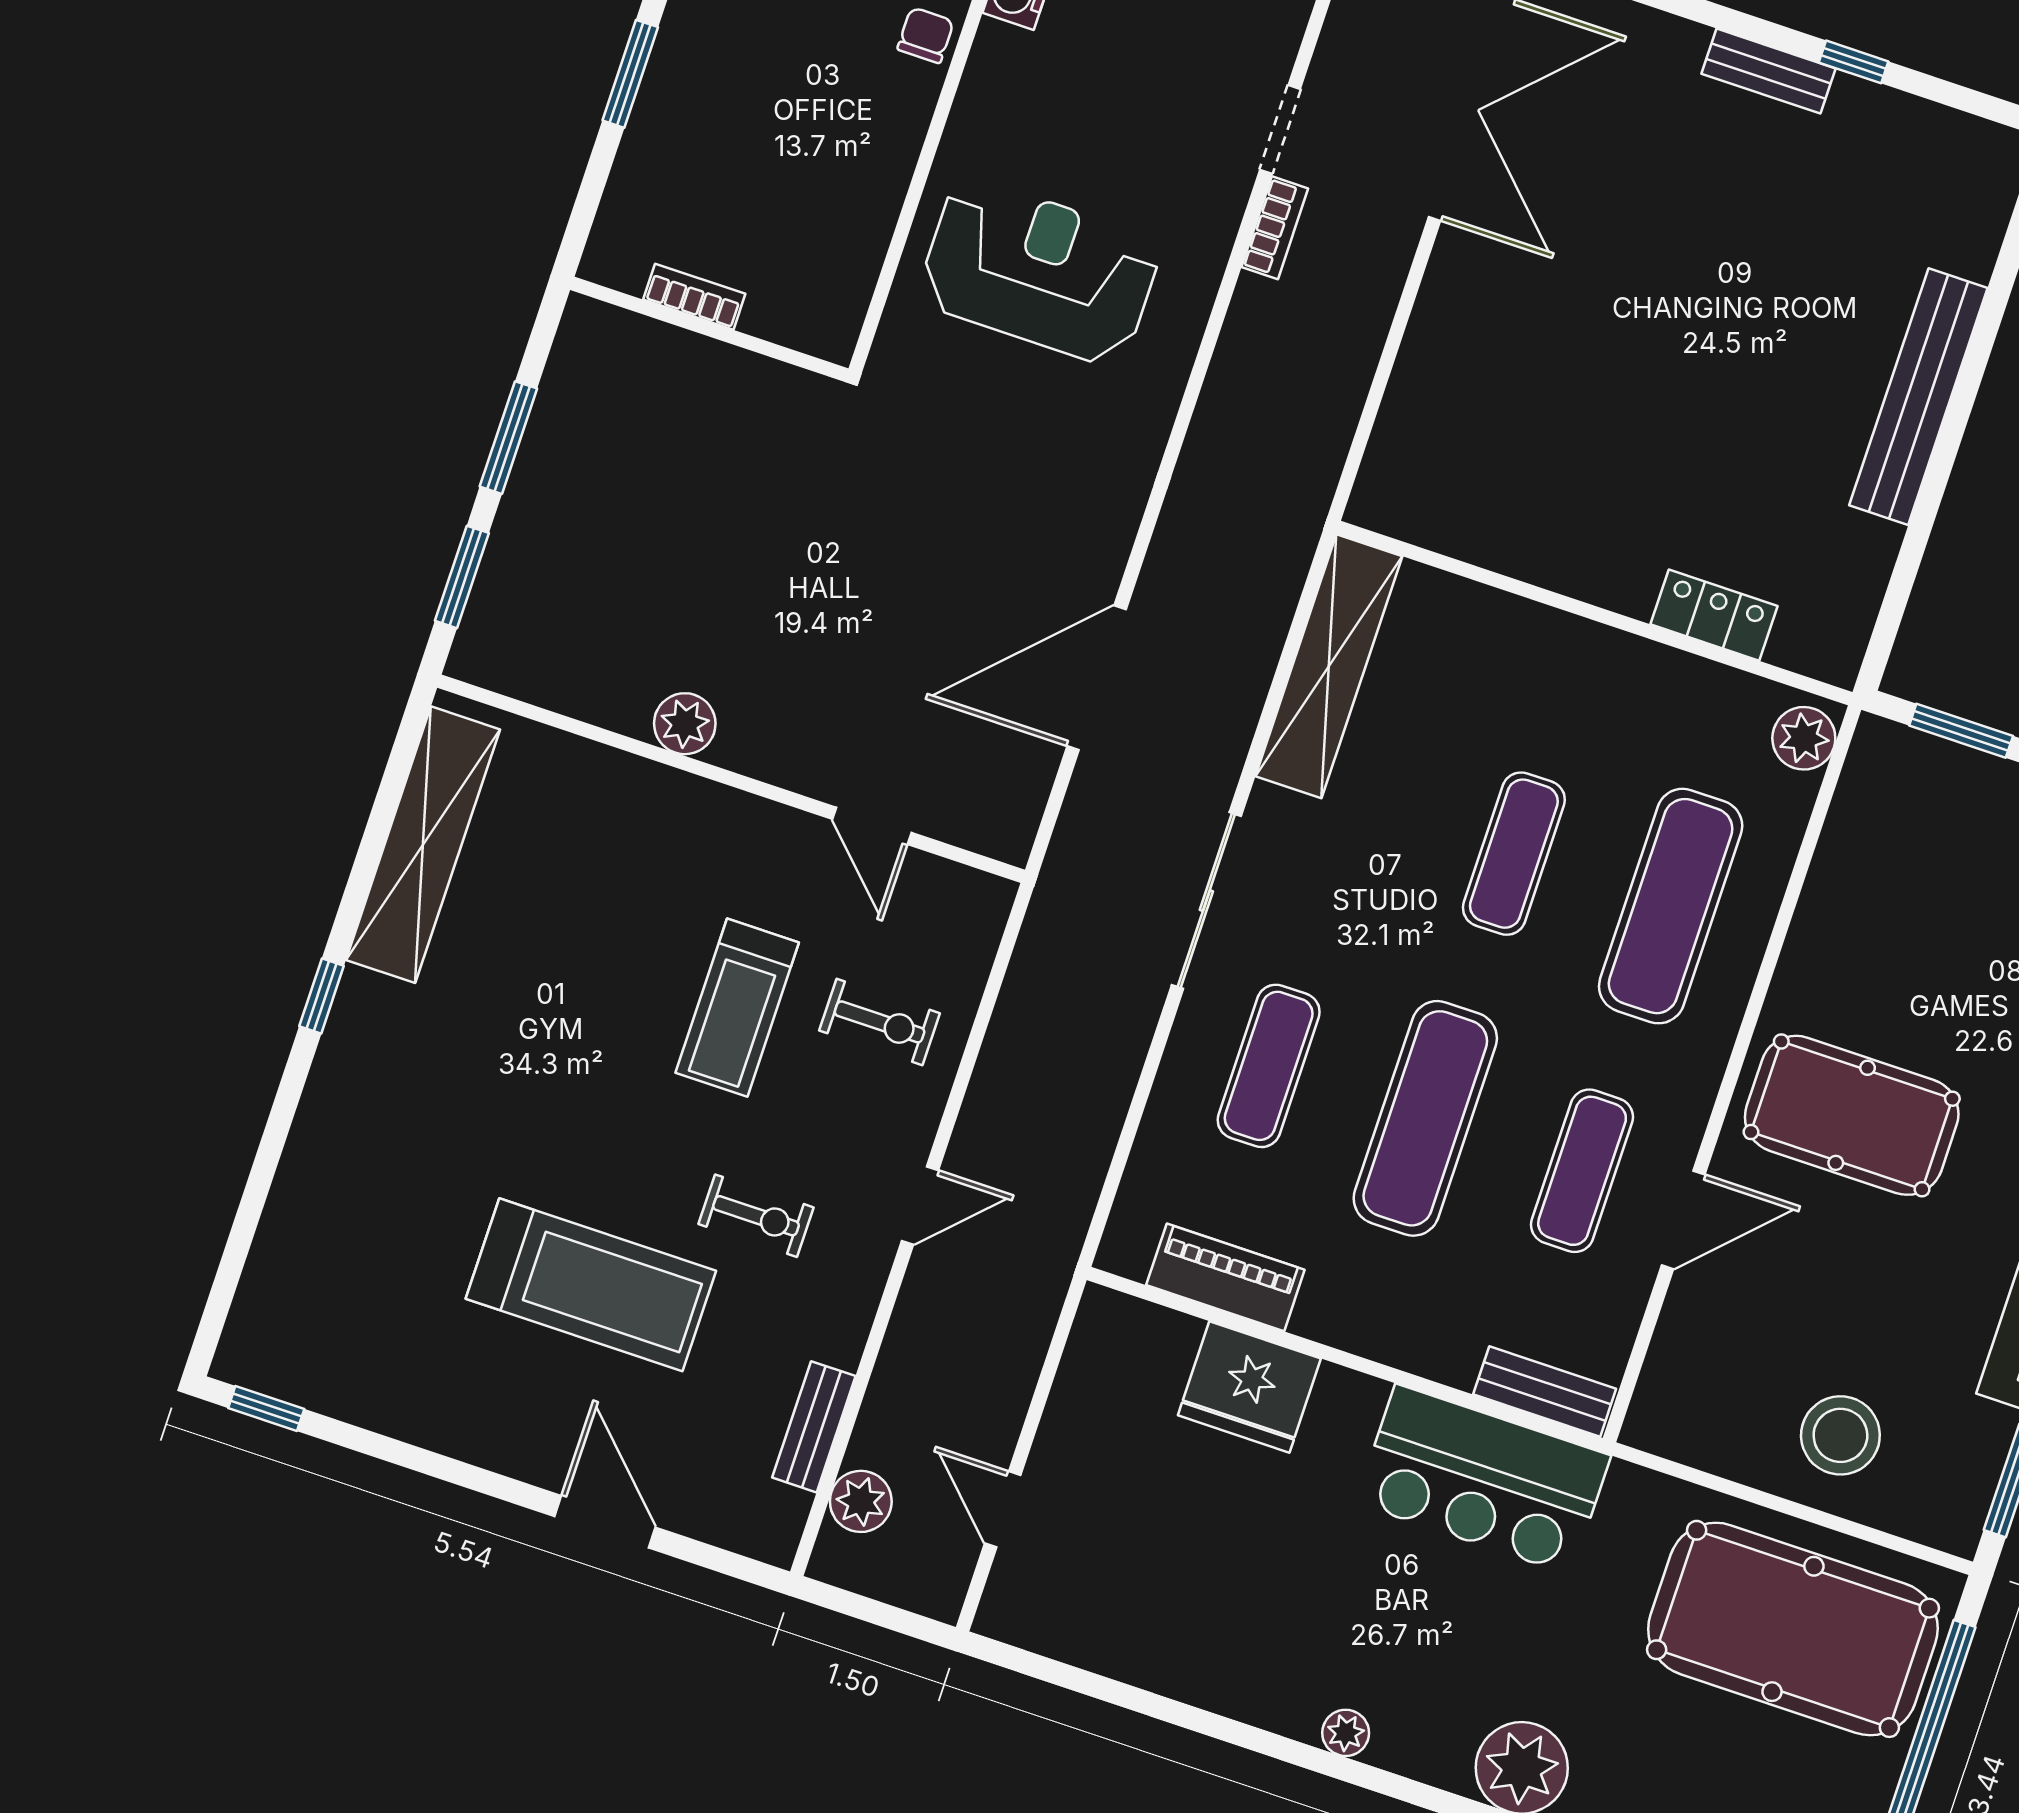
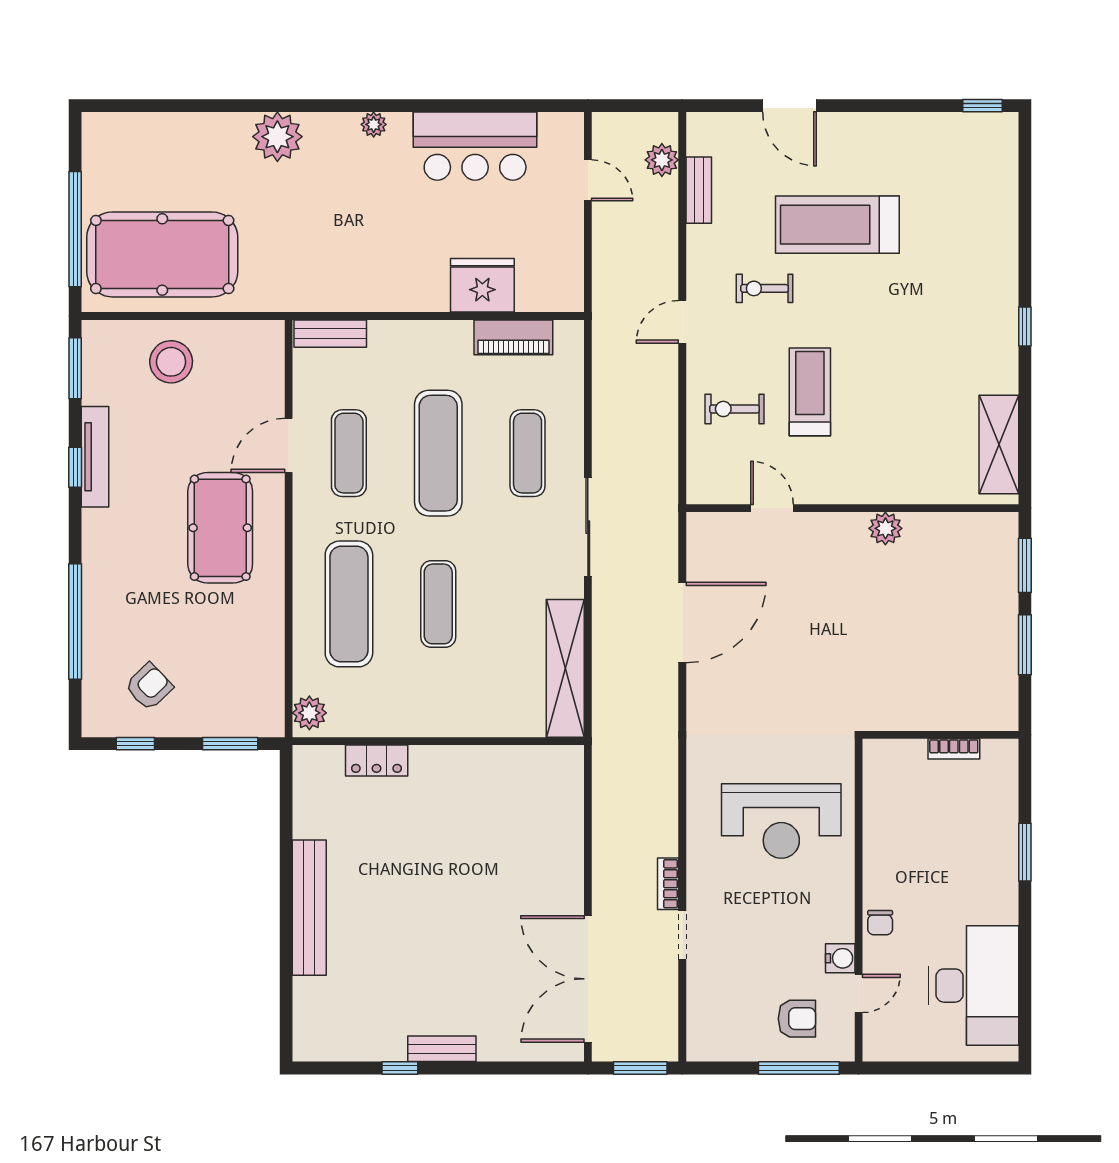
shelving: (423, 845) -> (999, 444), width x0.68
pool table: (1852, 1115) -> (220, 528), turned 90
bar counter: (1483, 1479) -> (475, 146), moved, turned 180

